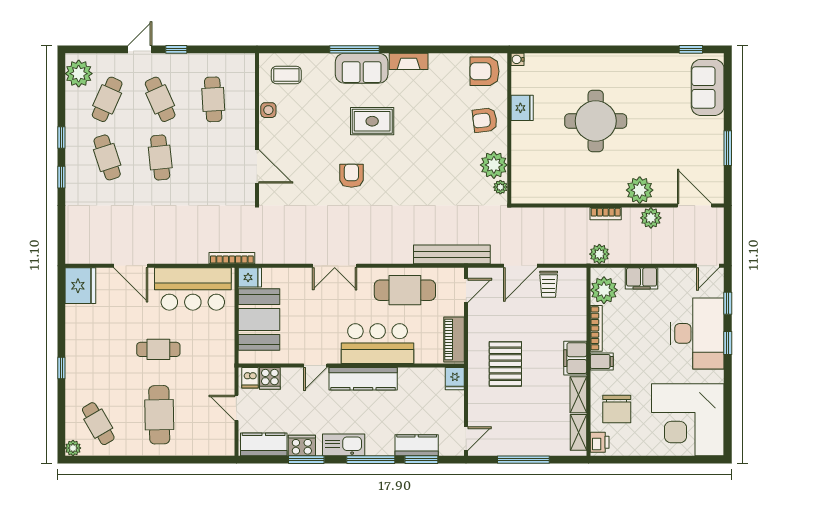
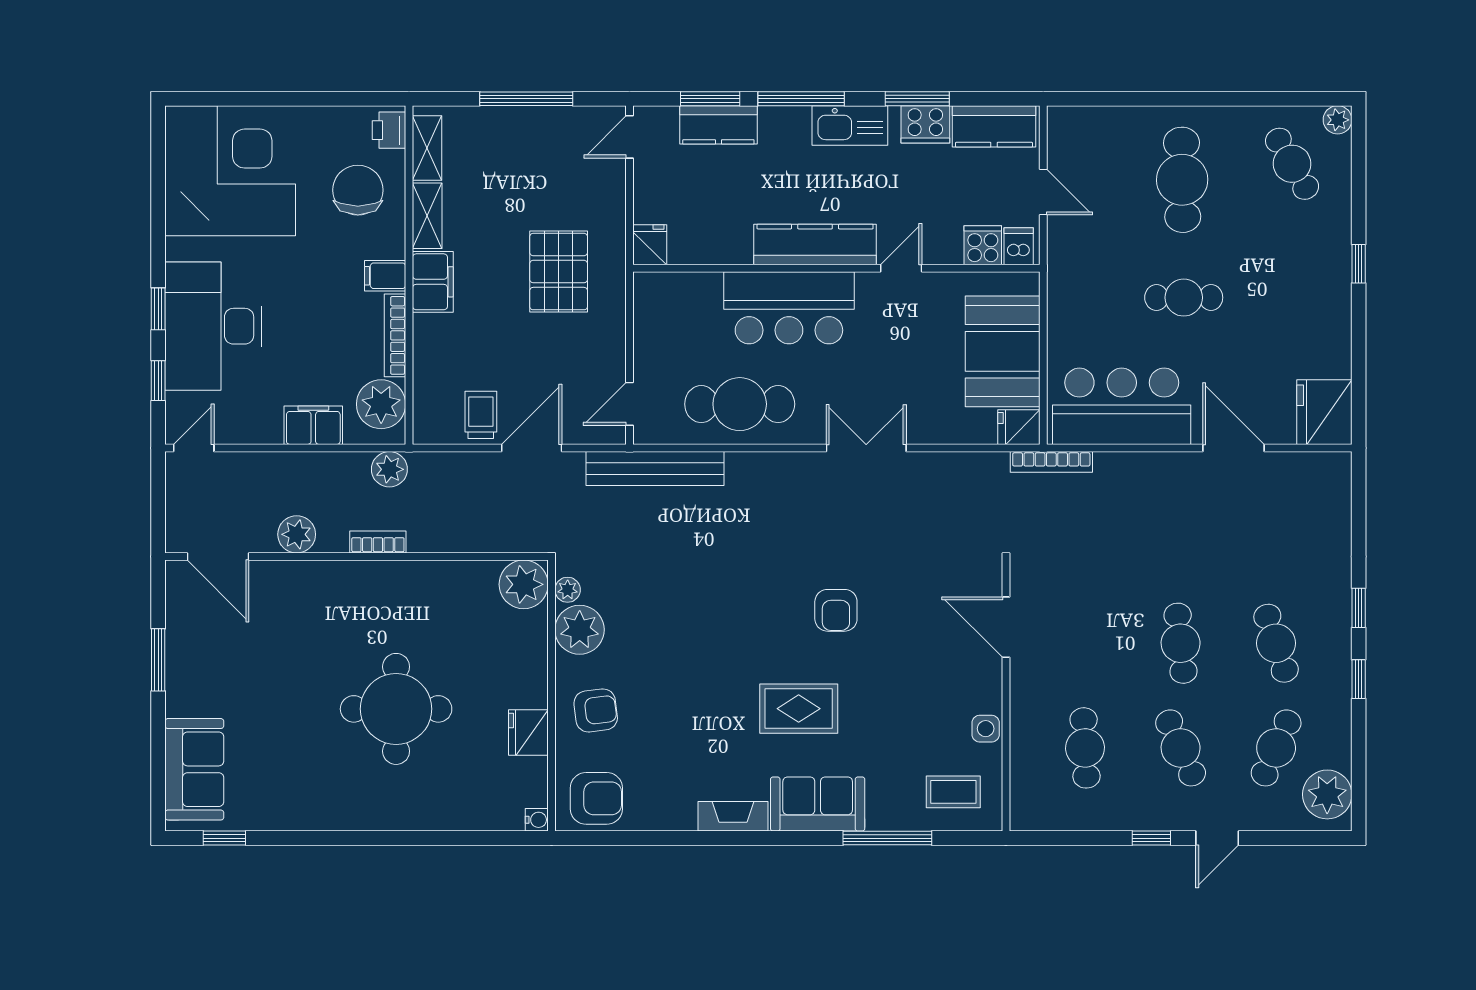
window: (354, 49) -> (887, 838), moved
plant: (640, 190) -> (524, 584), moved
piano: (454, 339) -> (651, 315), removed

